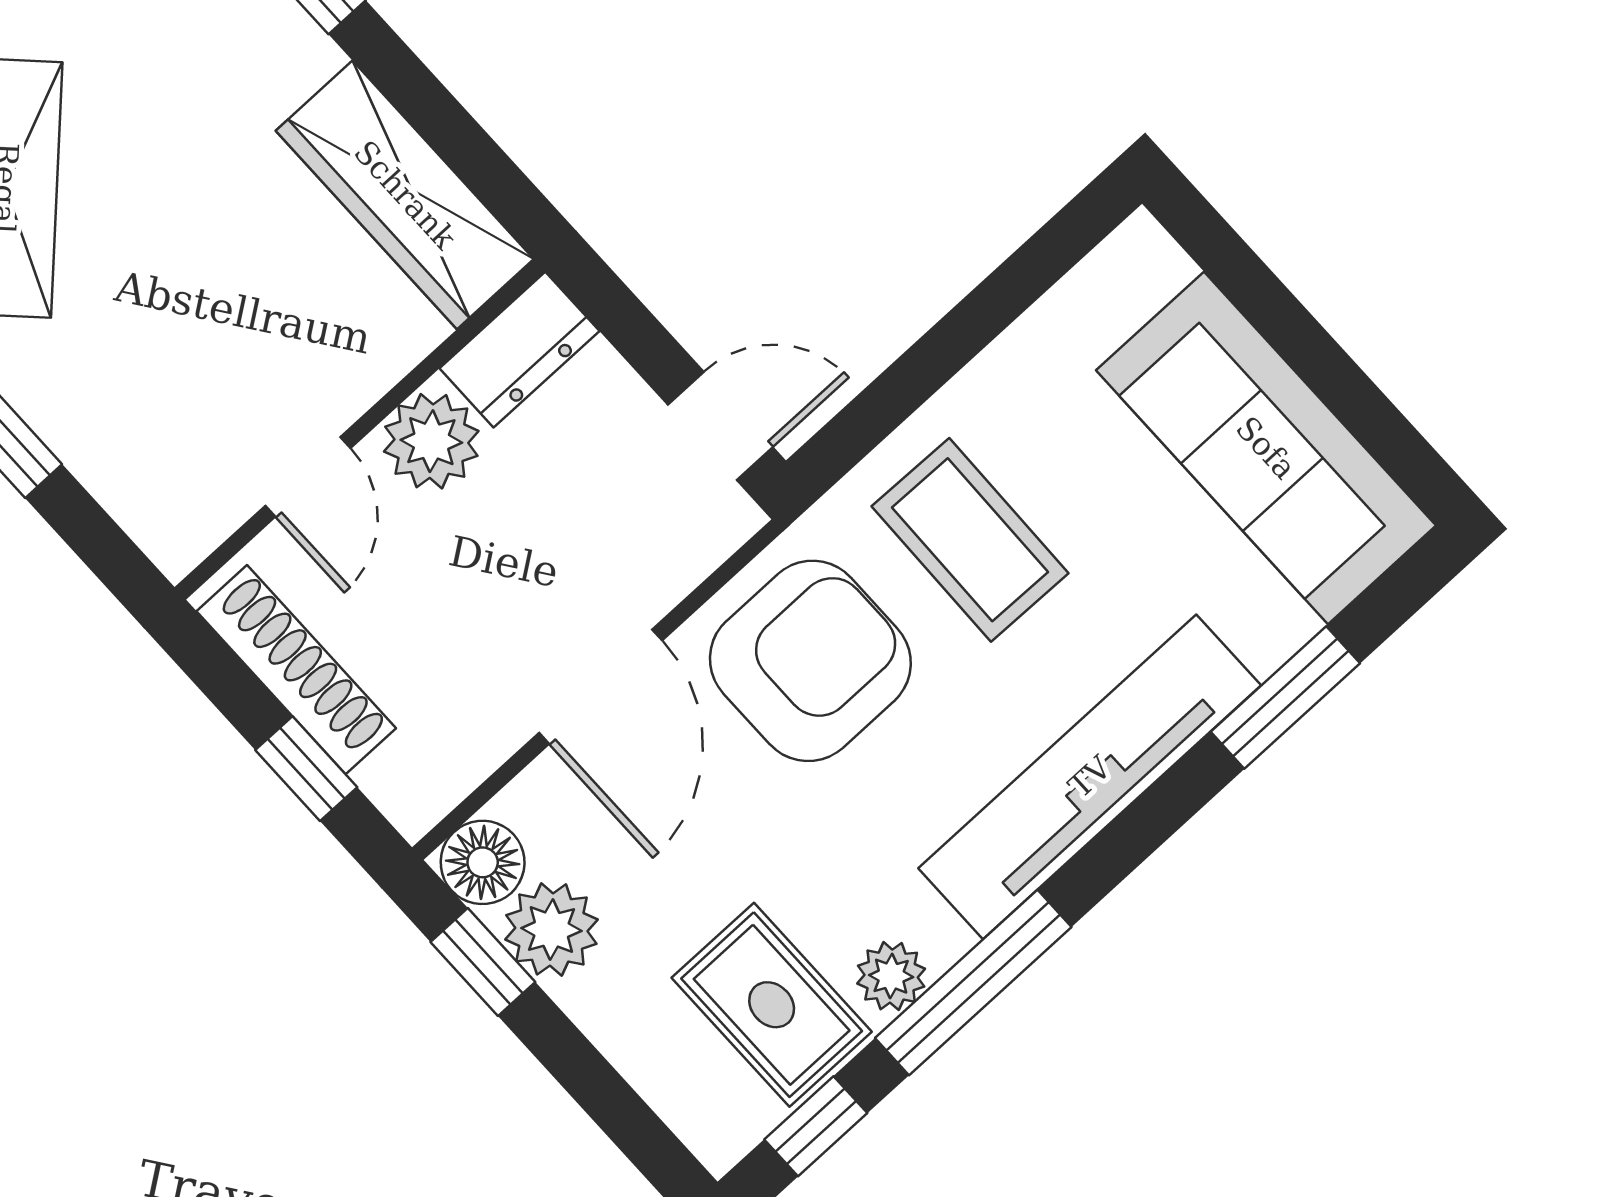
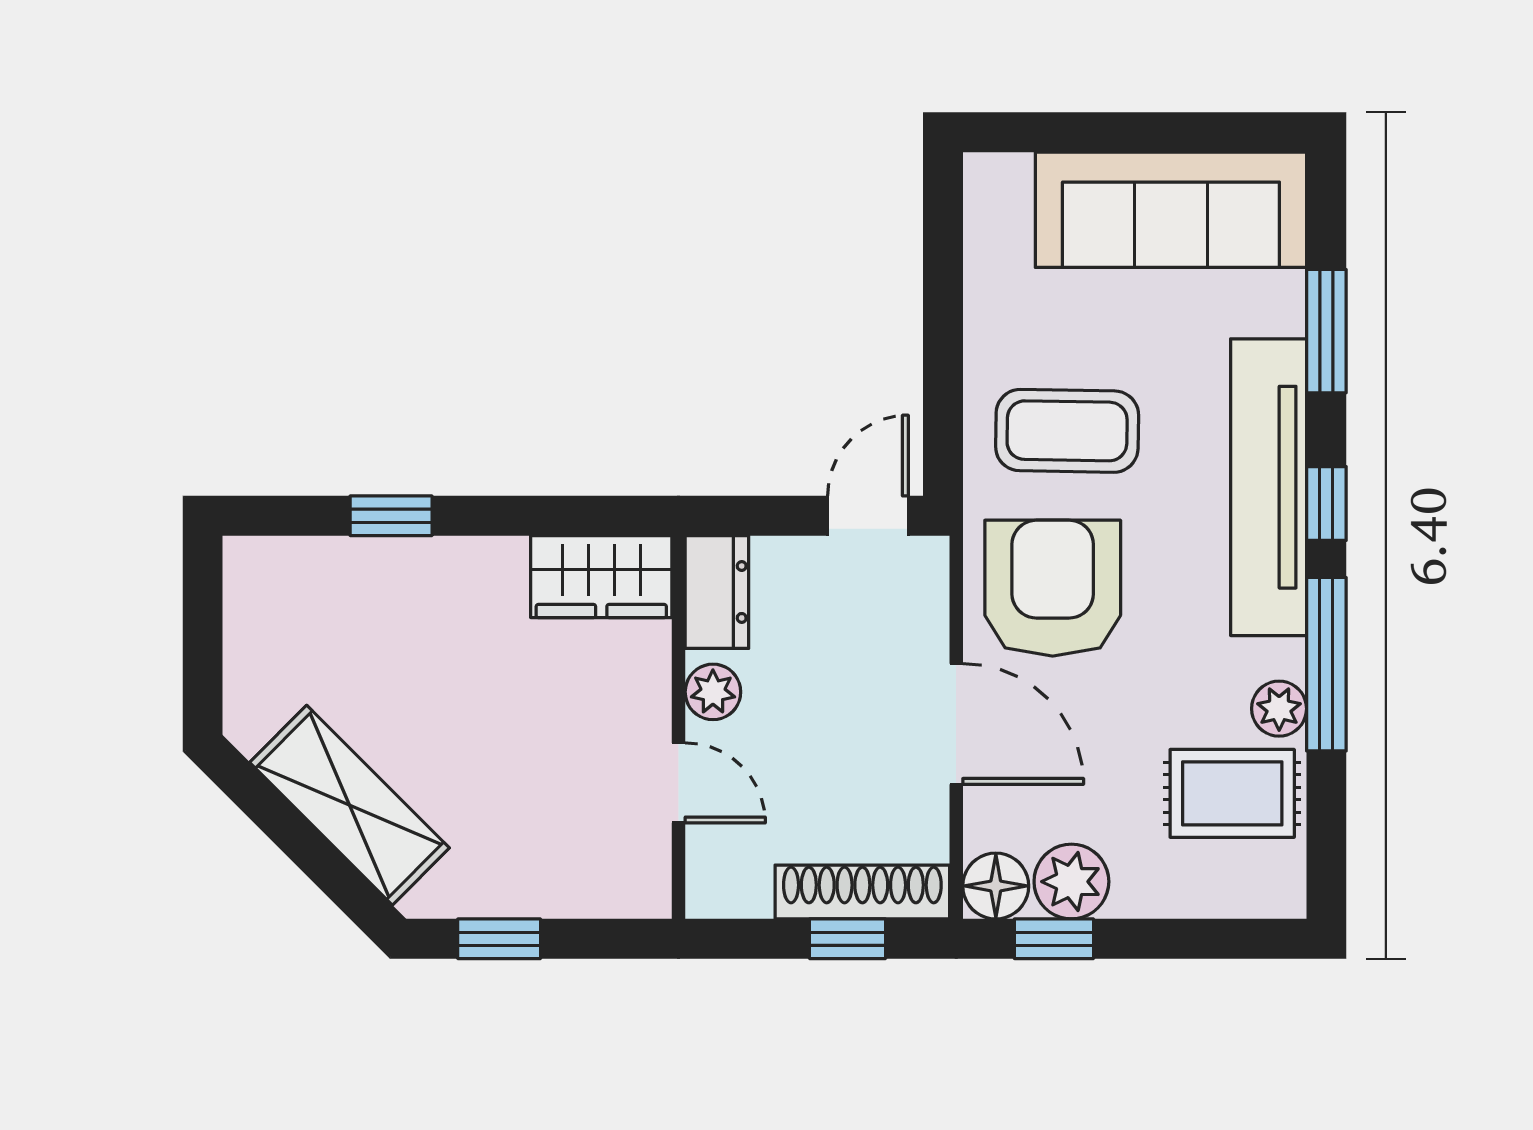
wardrobe: (405, 195) -> (601, 577), width x0.67
plant: (431, 441) -> (713, 692), width x0.73, depth x0.73
shoe rack: (296, 670) -> (862, 892), moved
window: (816, 1126) -> (1326, 504), moved

